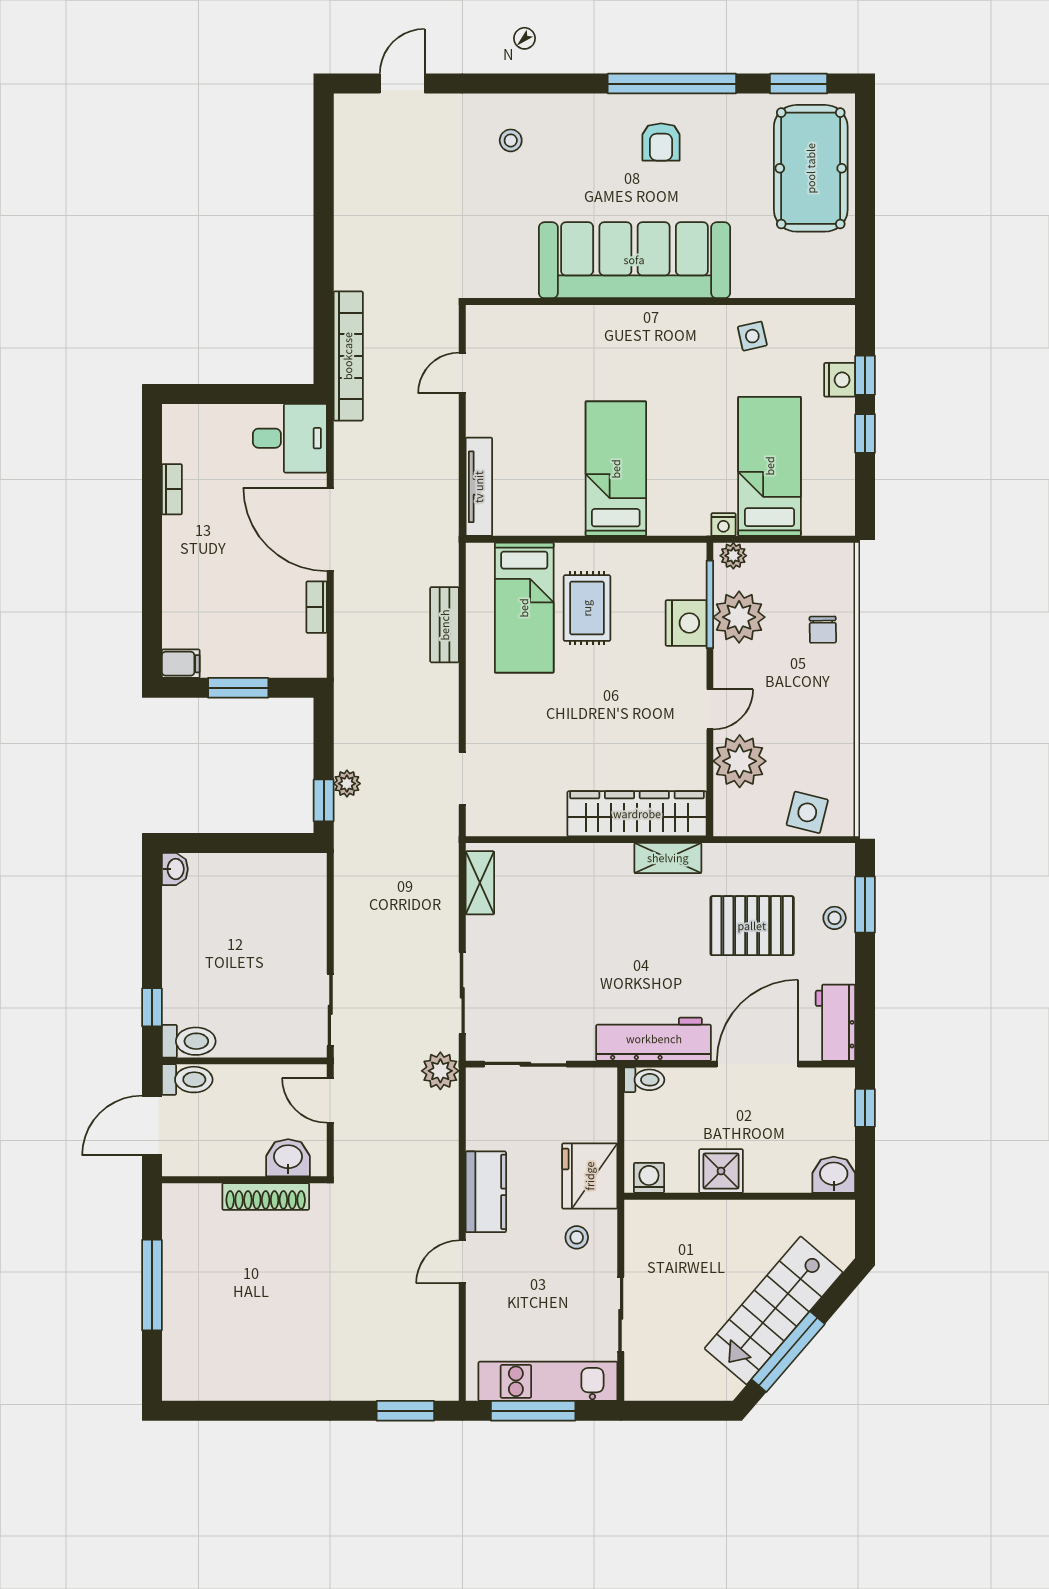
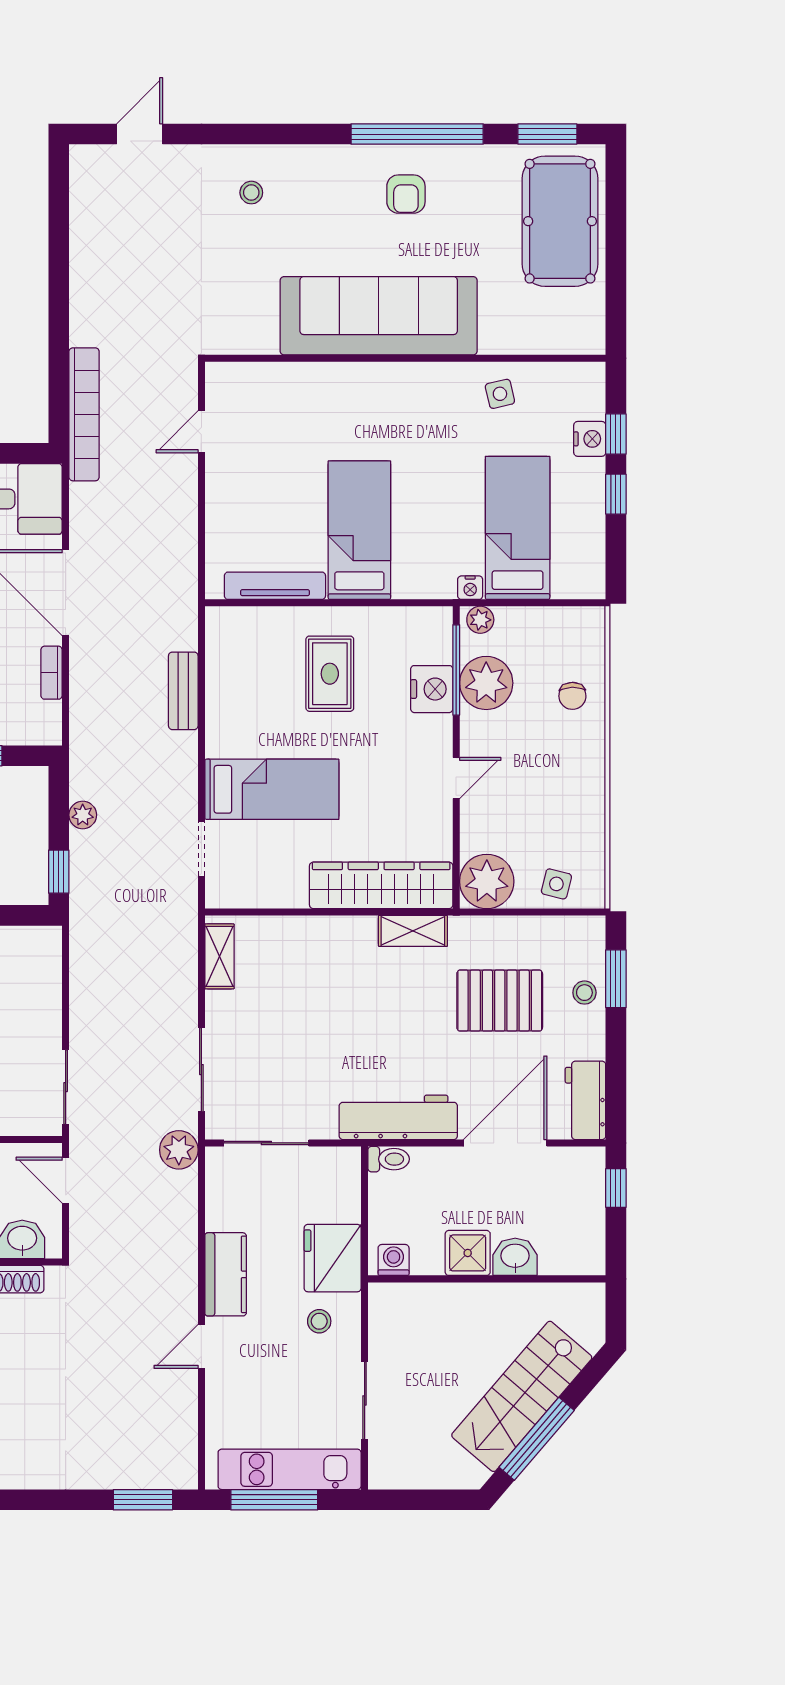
tv unit: (479, 487) -> (275, 586), moved, turned -90
bed: (524, 608) -> (272, 789), moved, turned -90
plant: (740, 761) -> (487, 881), moved
plant: (347, 784) -> (83, 815), moved
side table: (807, 812) -> (556, 884), width x0.73, depth x0.73
washbasin: (834, 1175) -> (515, 1257), moved

